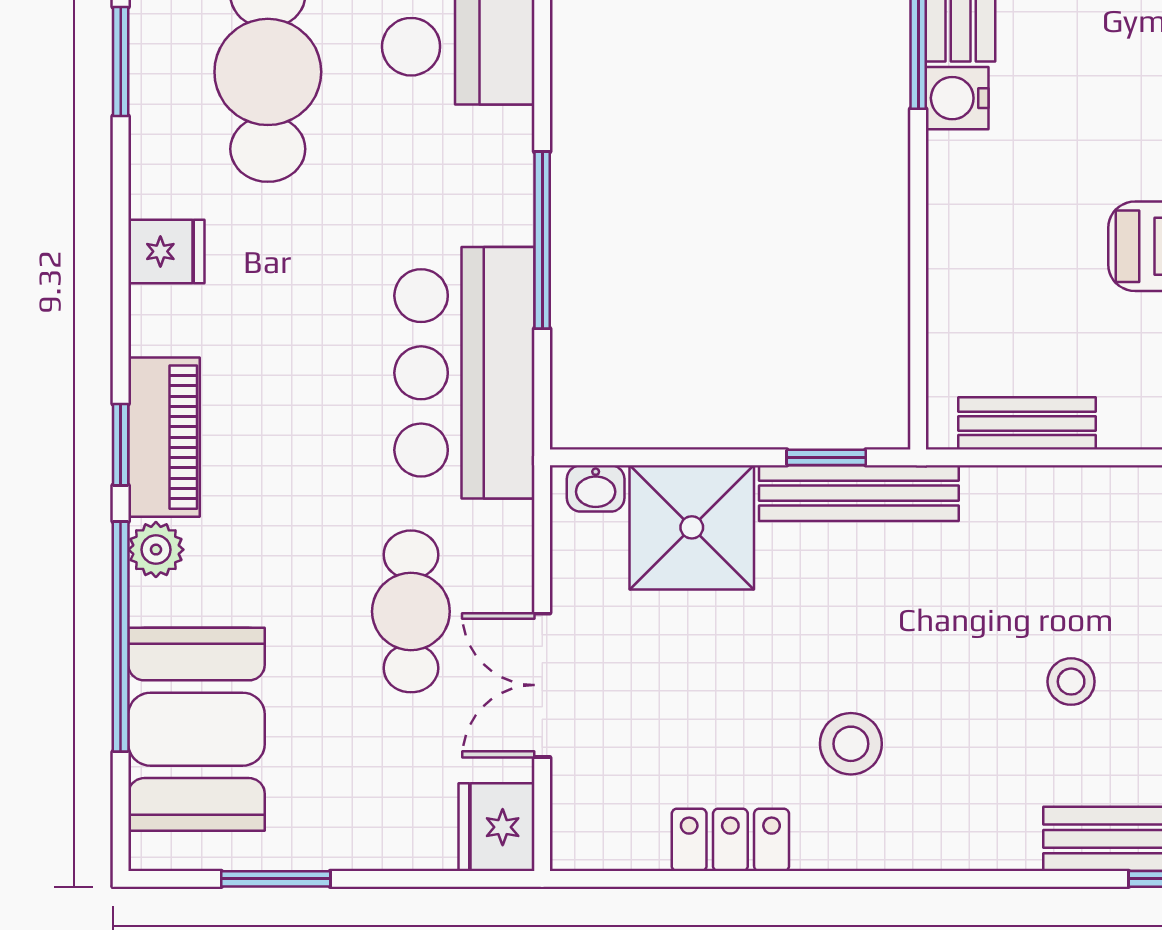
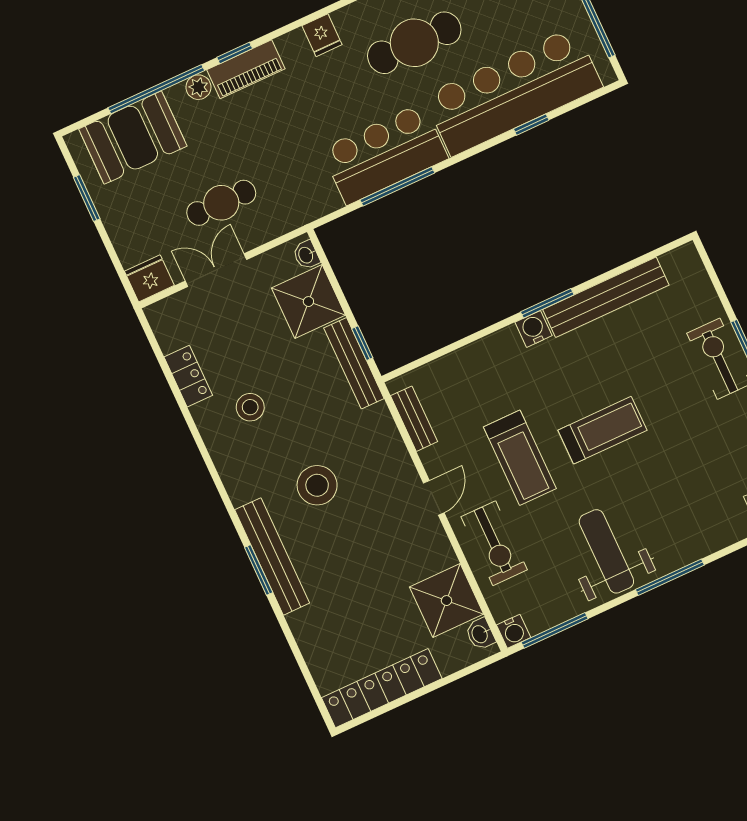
bar counter: (464, 373) -> (385, 154), moved
stool: (1071, 682) -> (317, 485), width x1.89, depth x1.89

